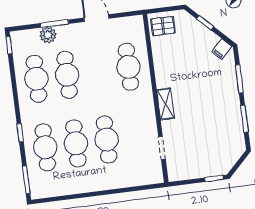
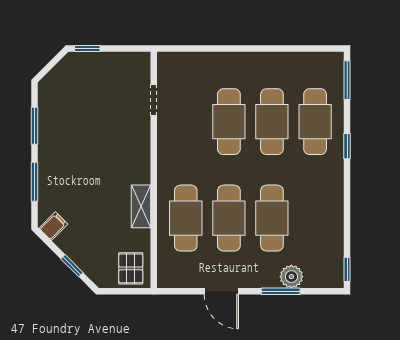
pallet: (163, 26) -> (131, 268), turned 90
cafe table: (36, 79) -> (229, 218), moved
shelving: (166, 104) -> (141, 206), moved

